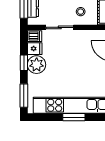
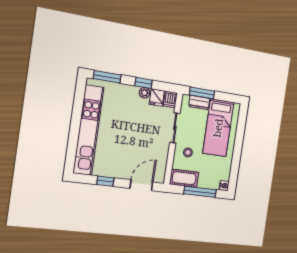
plant: (37, 65) -> (145, 93), width x0.53, depth x0.53
window: (74, 117) -> (75, 130), removed

